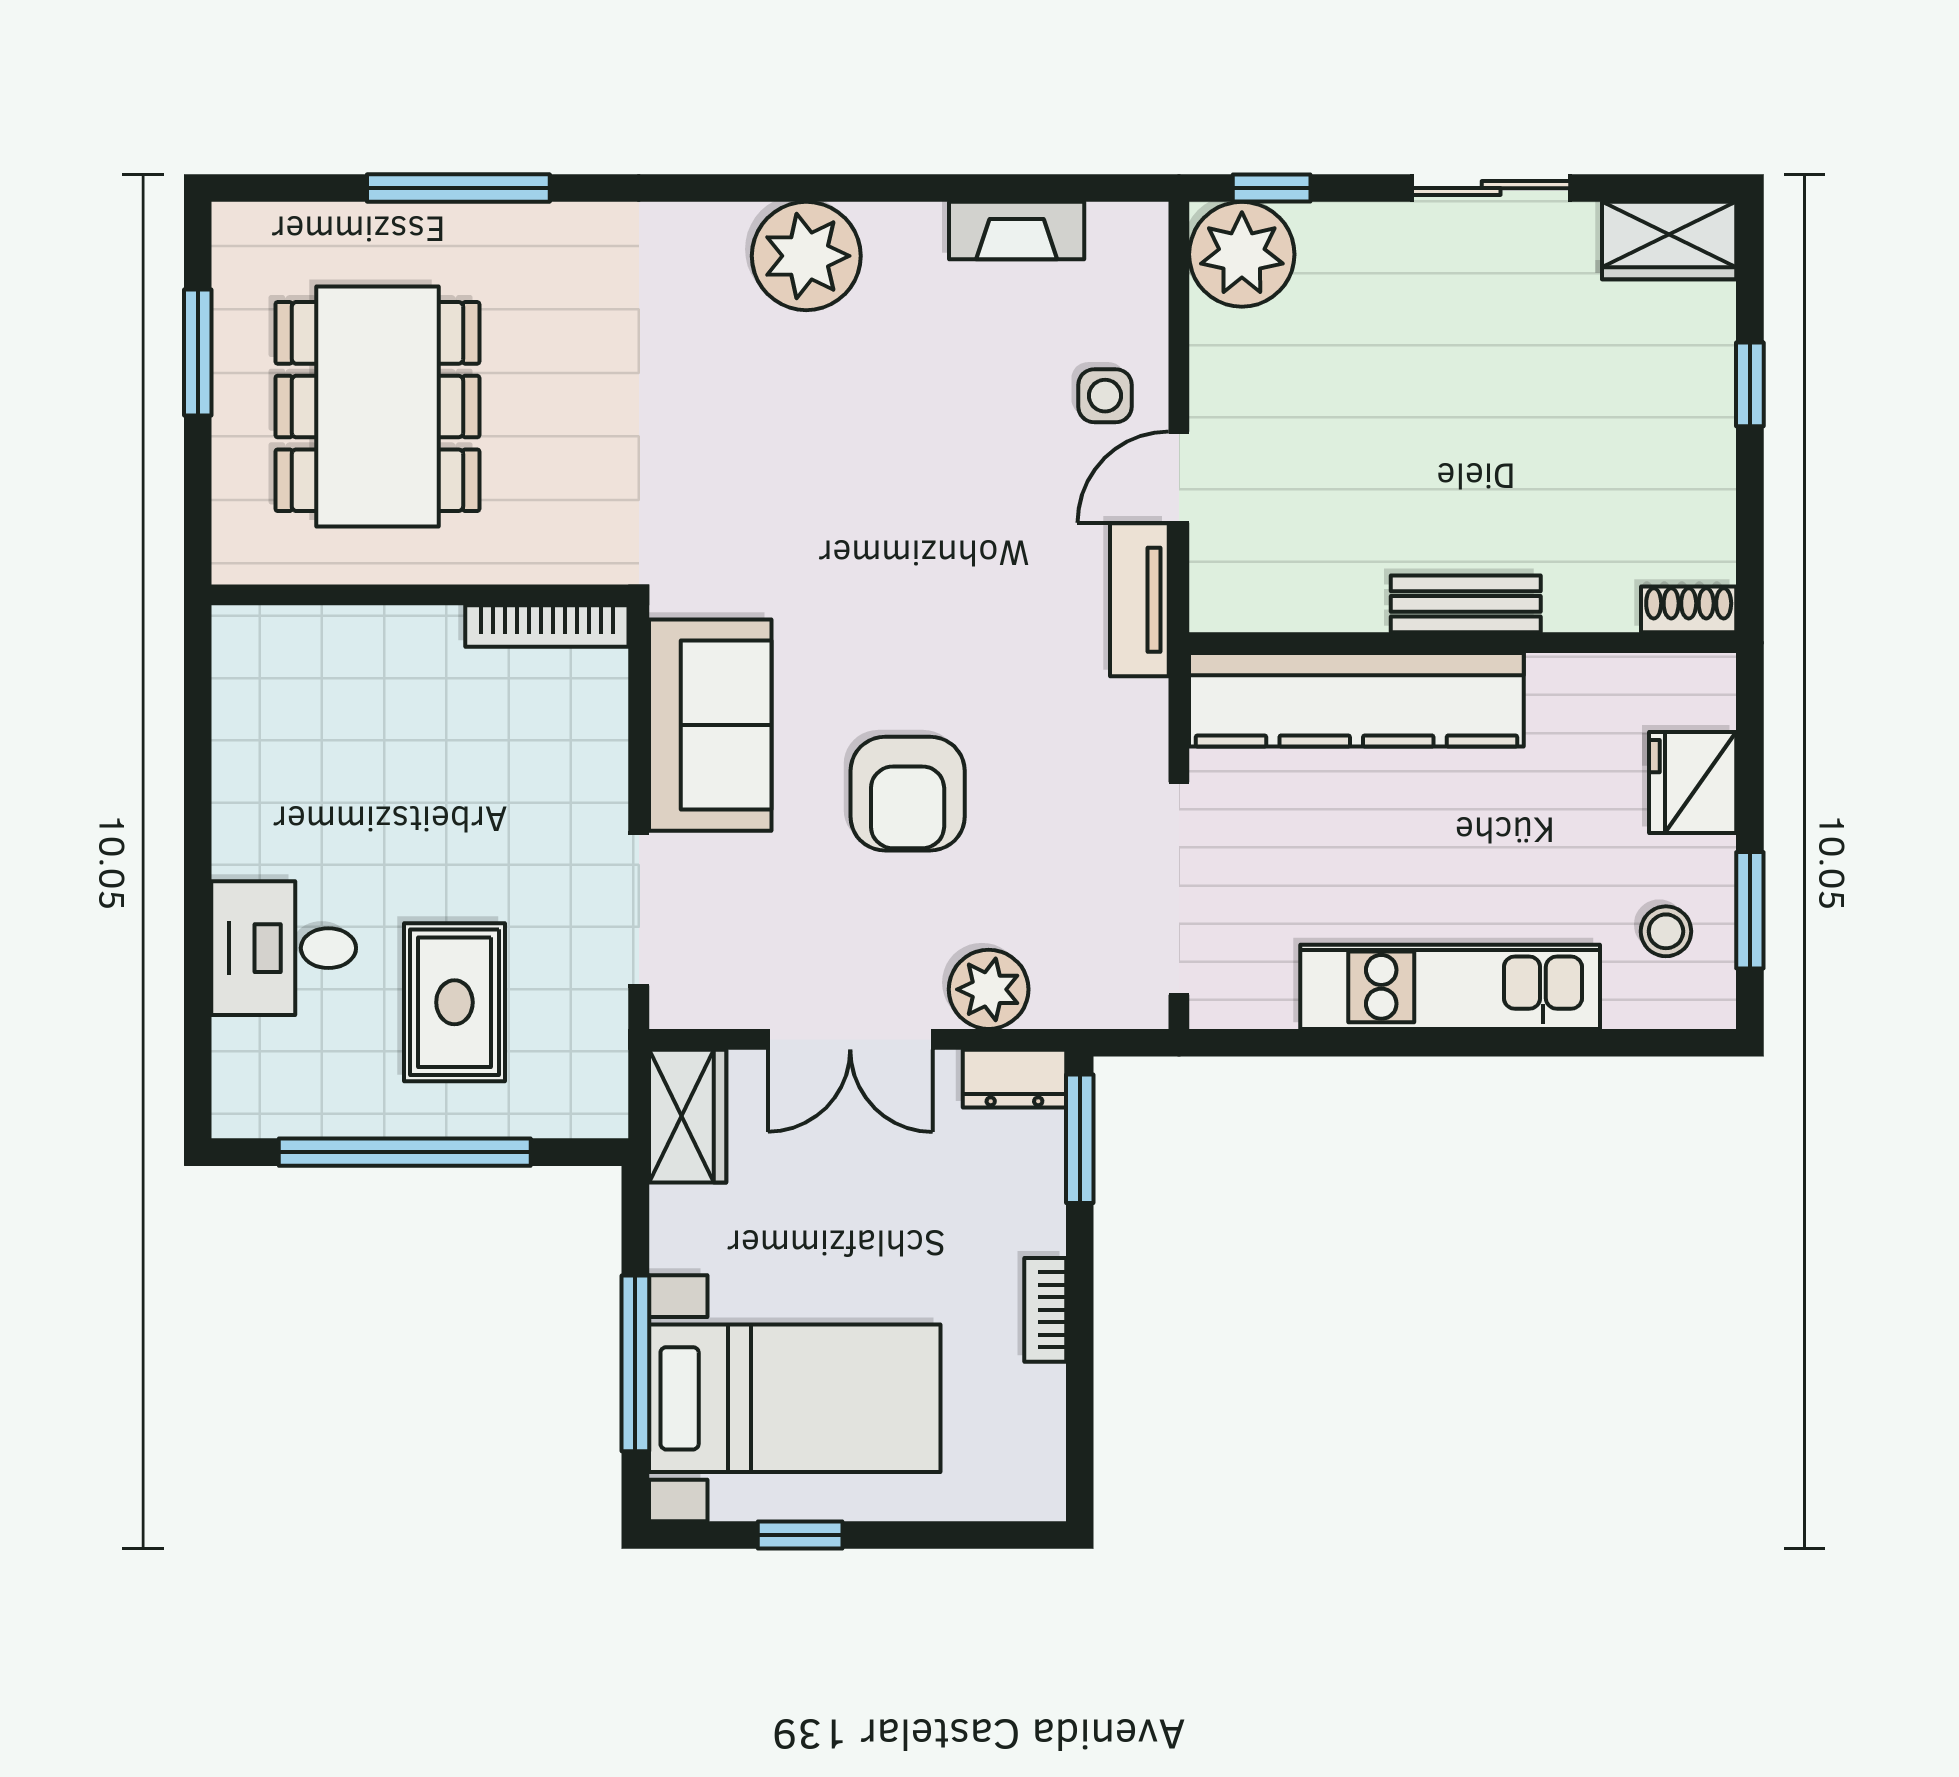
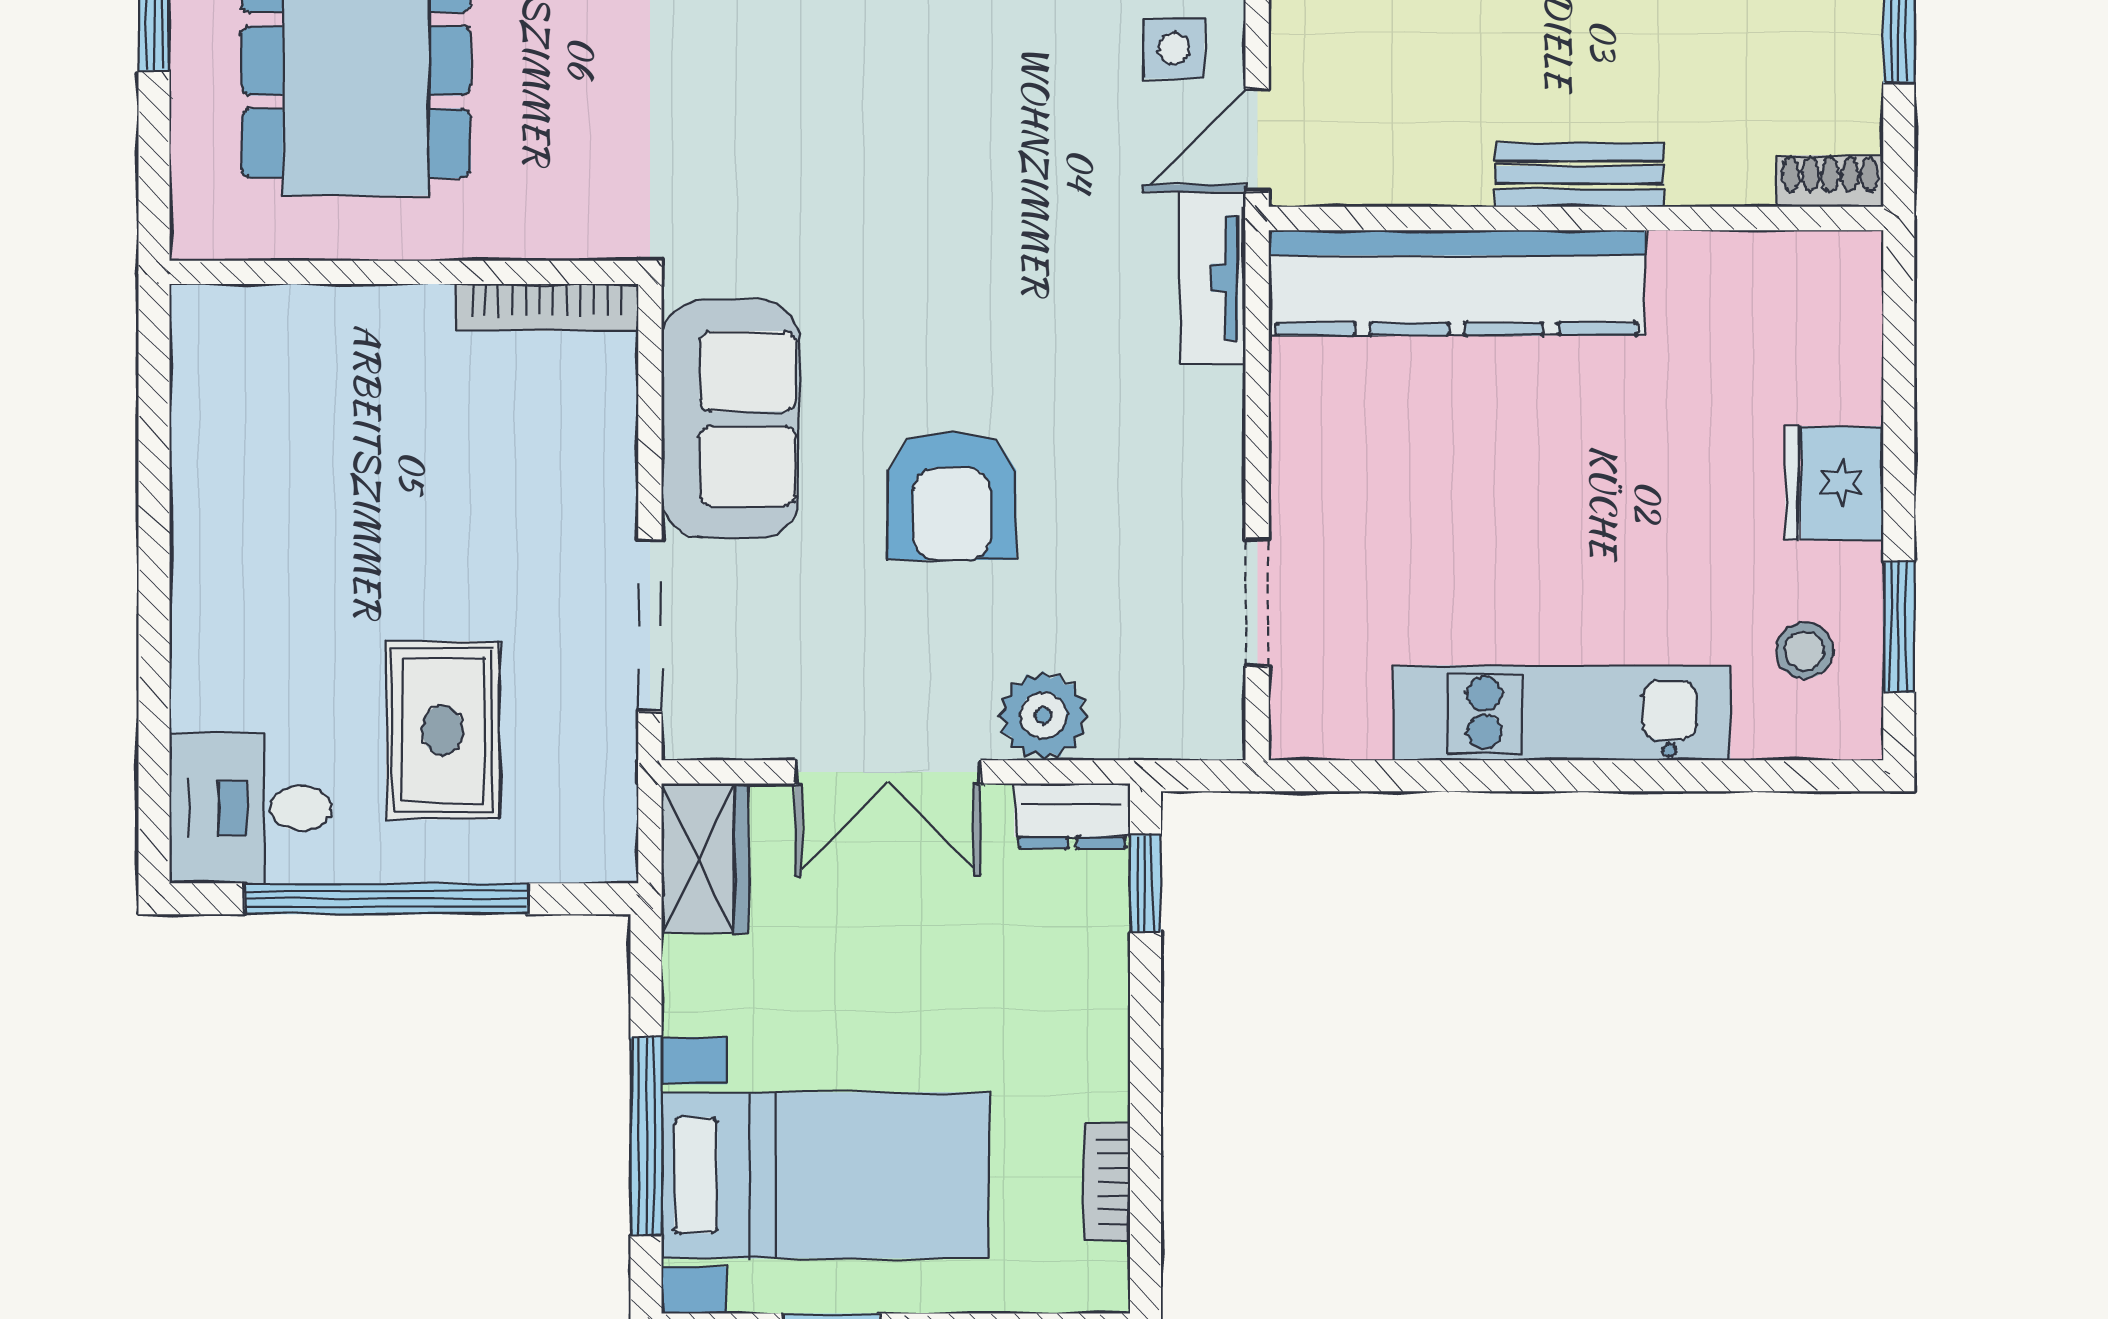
bench: (1466, 604) -> (1579, 175), moved
shoe rack: (1689, 609) -> (1830, 181), moved
wall: (1463, 643) -> (1576, 218), moved
kitchen counter: (1356, 700) -> (1457, 283), moved
doorway: (1179, 888) -> (1257, 602), width x0.53
desk: (284, 948) -> (251, 808), moved
window: (1080, 1139) -> (1146, 884), width x0.67
bookcase: (1045, 1310) -> (1107, 1182), moved

